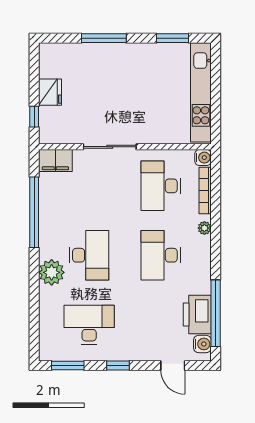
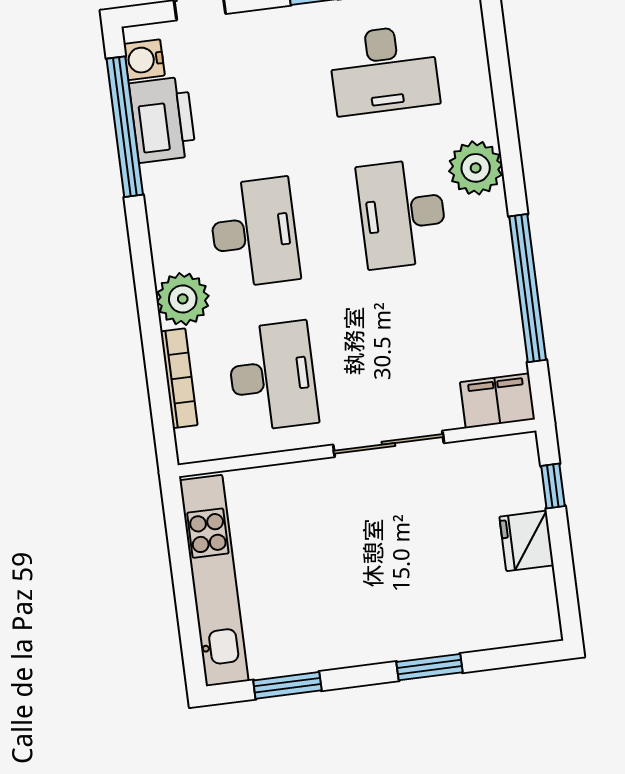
window: (104, 38) -> (430, 667), width x0.69
water cooler: (203, 158) -> (192, 446), removed
plant: (204, 228) -> (183, 299), width x1.87, depth x1.87

